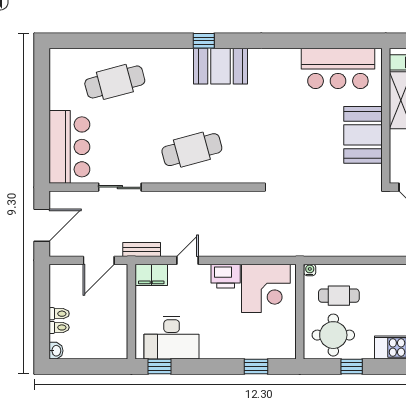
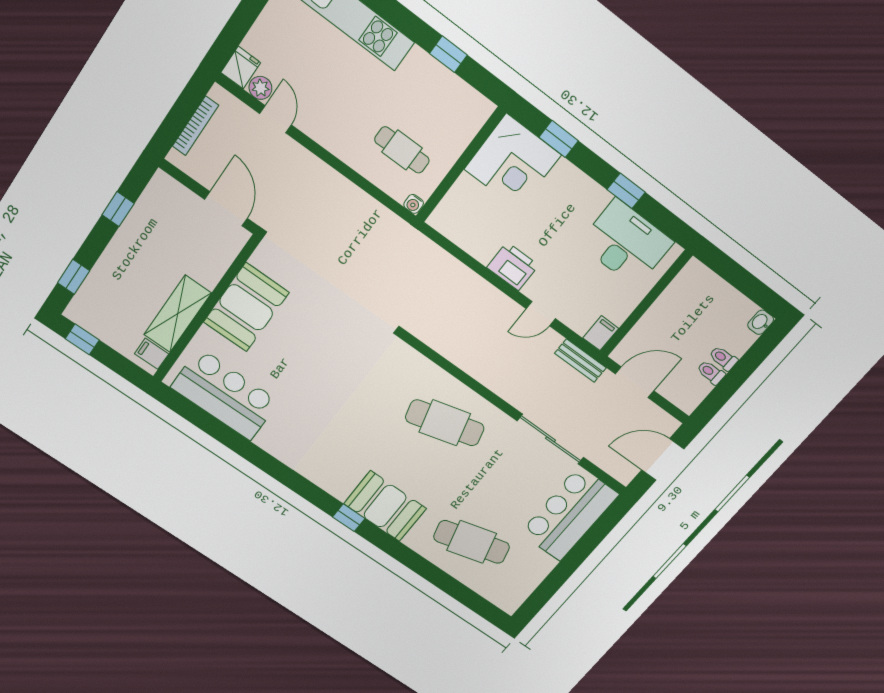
booth: (220, 66) -> (385, 506), moved
sliding door: (120, 187) -> (551, 439), width x1.37
filing cabinet: (151, 275) -> (601, 333), width x0.50
corner desk: (266, 288) -> (513, 162), moved, turned 180
toilet: (59, 327) -> (711, 372), moved
round table: (333, 335) -> (442, 109), removed
window: (159, 366) -> (626, 191), moved

